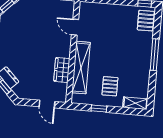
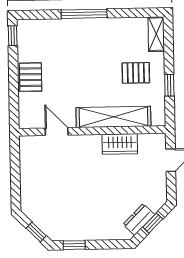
pallet: (146, 21) -> (31, 77), moved, turned 90
door: (75, 27) -> (57, 132), swing flipped

